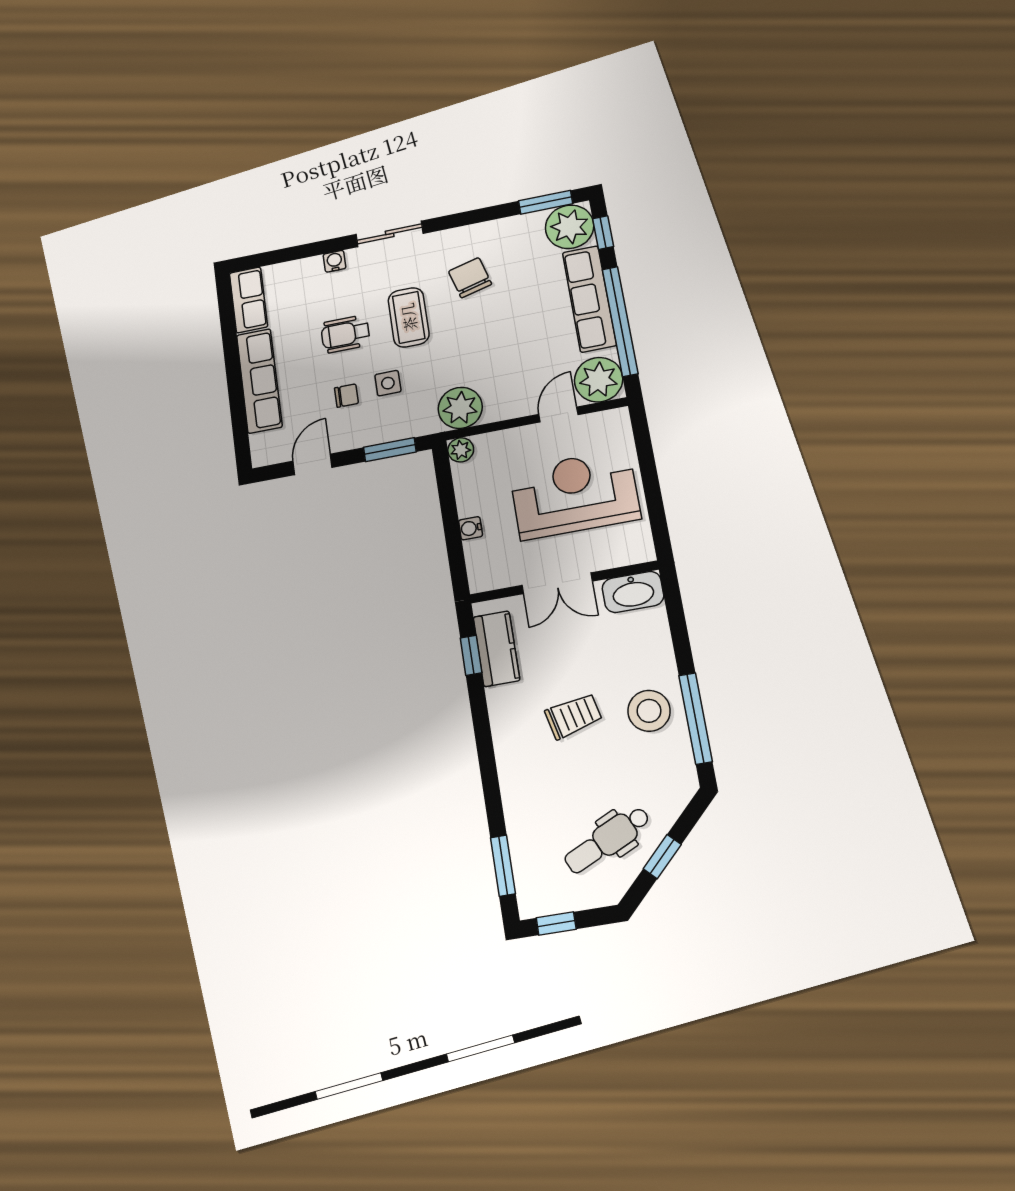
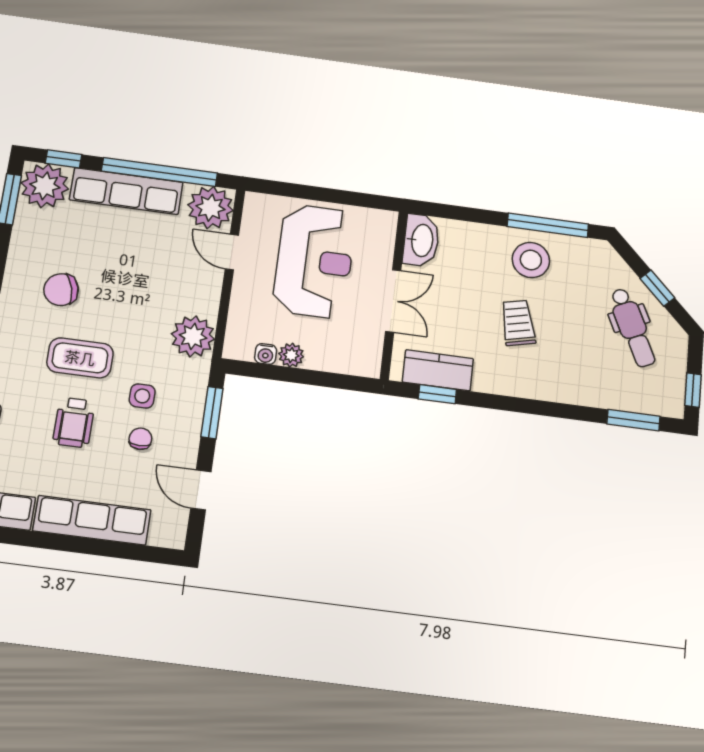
plant: (461, 450) -> (291, 355), moved
reception desk: (575, 494) -> (314, 261), turned 180
water cooler: (471, 528) -> (266, 354), moved

